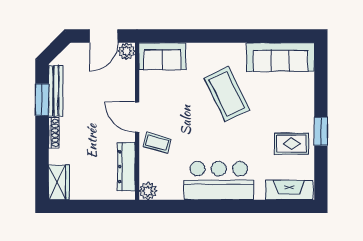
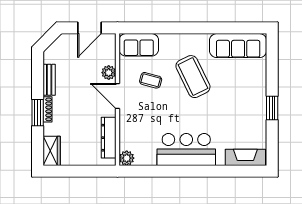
plant: (127, 51) -> (109, 73), moved
bench: (56, 91) -> (49, 80), width x0.73
window: (42, 100) -> (38, 113), moved
coffee table: (157, 143) -> (151, 80), moved
rug: (292, 144) -> (247, 118), removed

